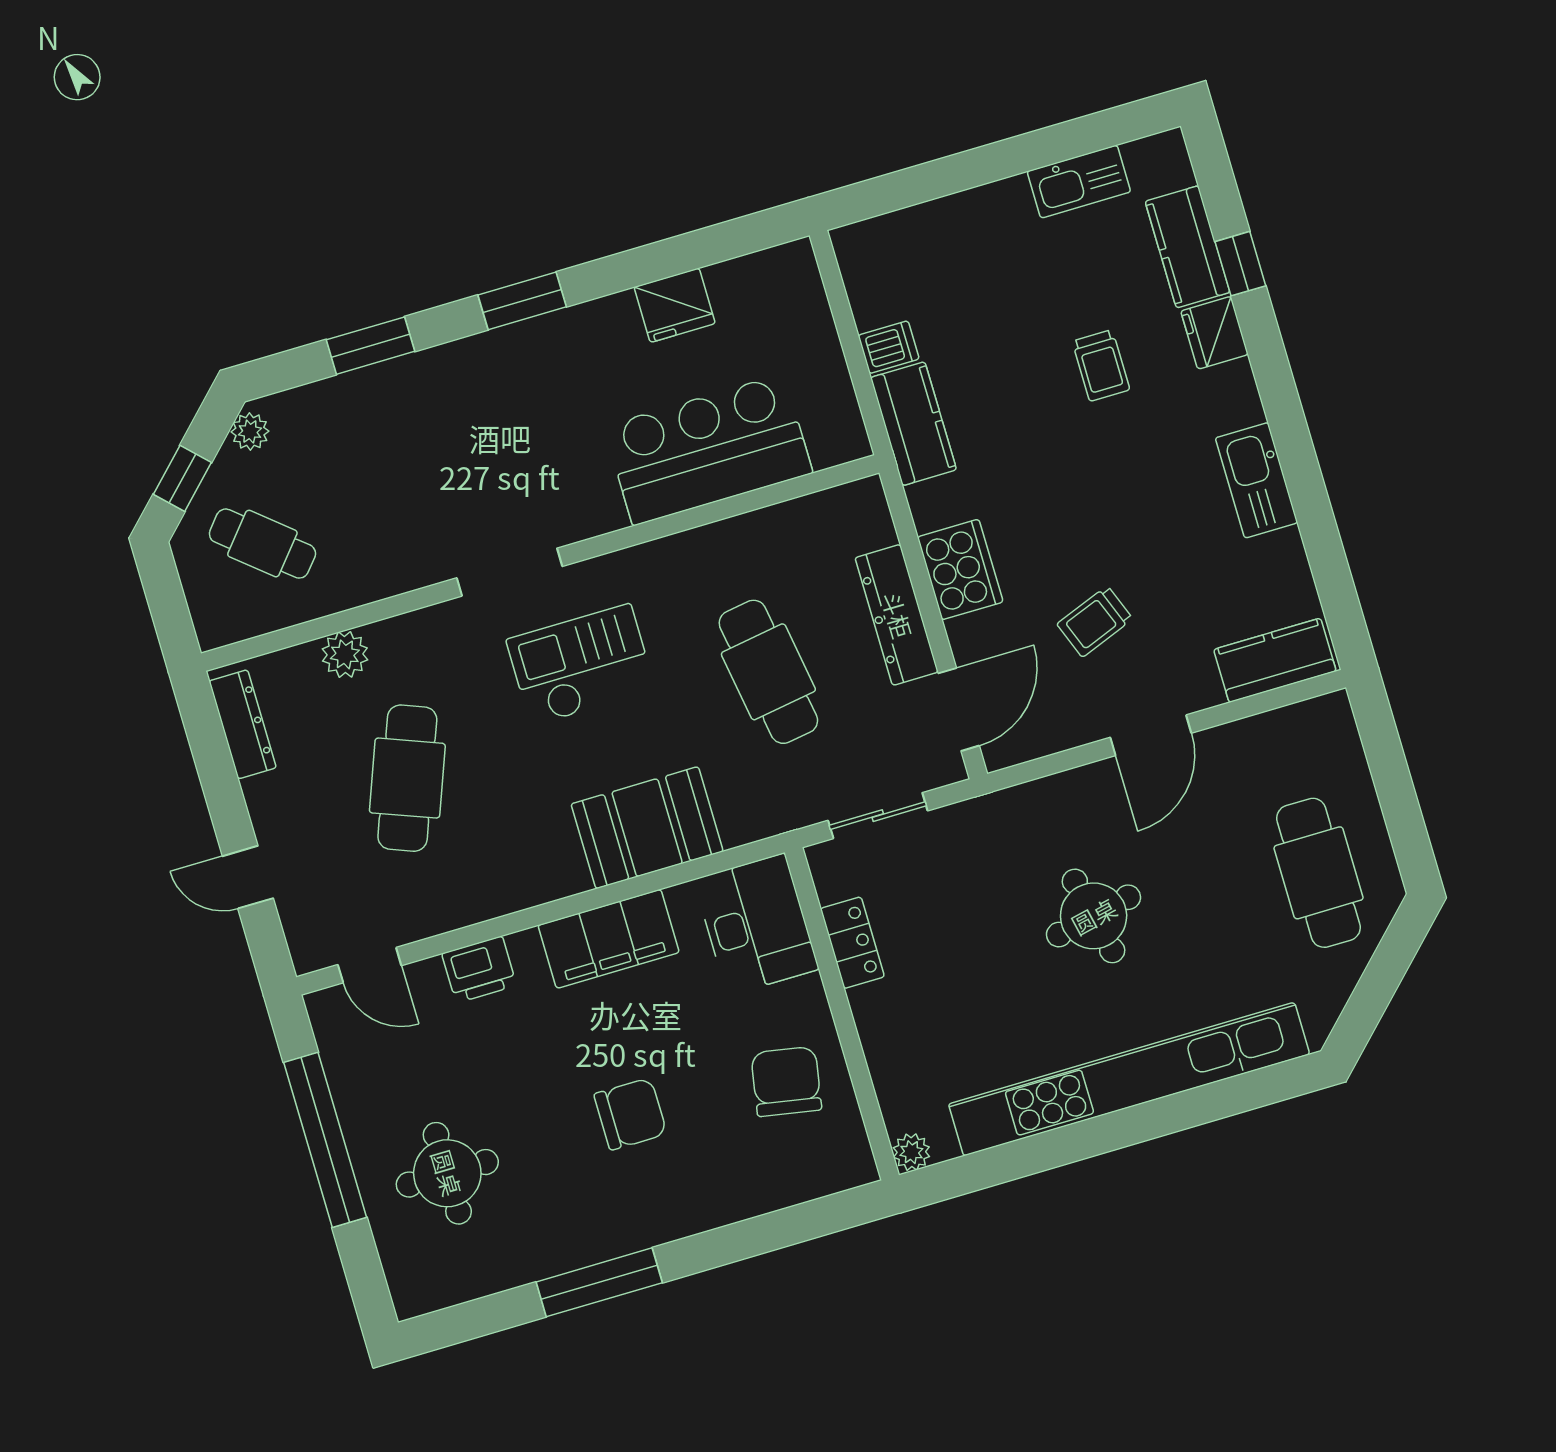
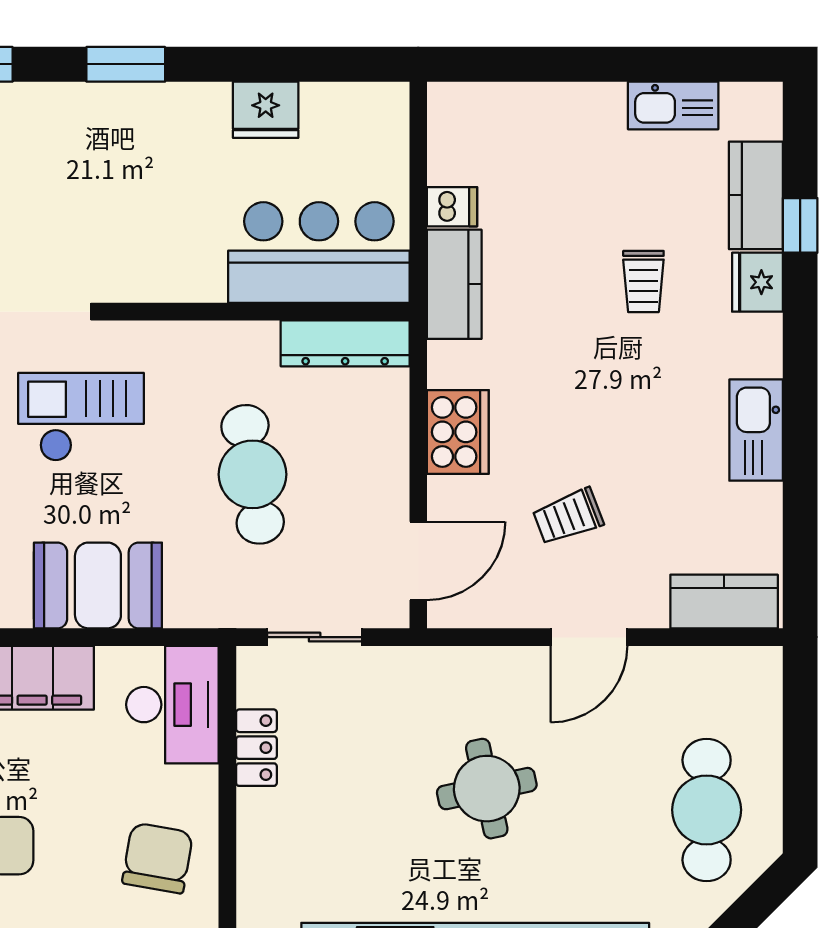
bar counter: (708, 450) -> (319, 253), moved
dresser: (897, 615) -> (345, 343), moved, turned -90

